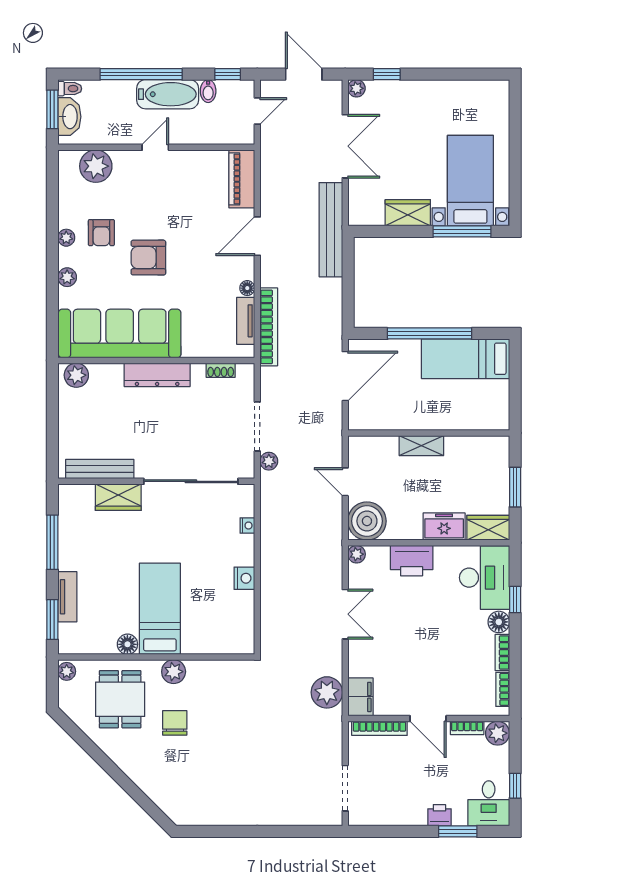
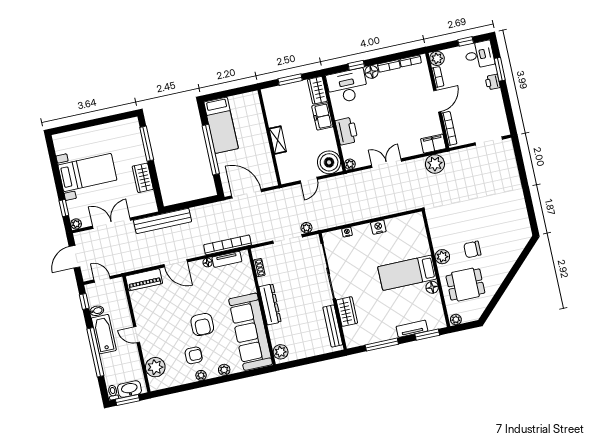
bed with nightstands: (470, 181) -> (87, 172), moved, turned 180

